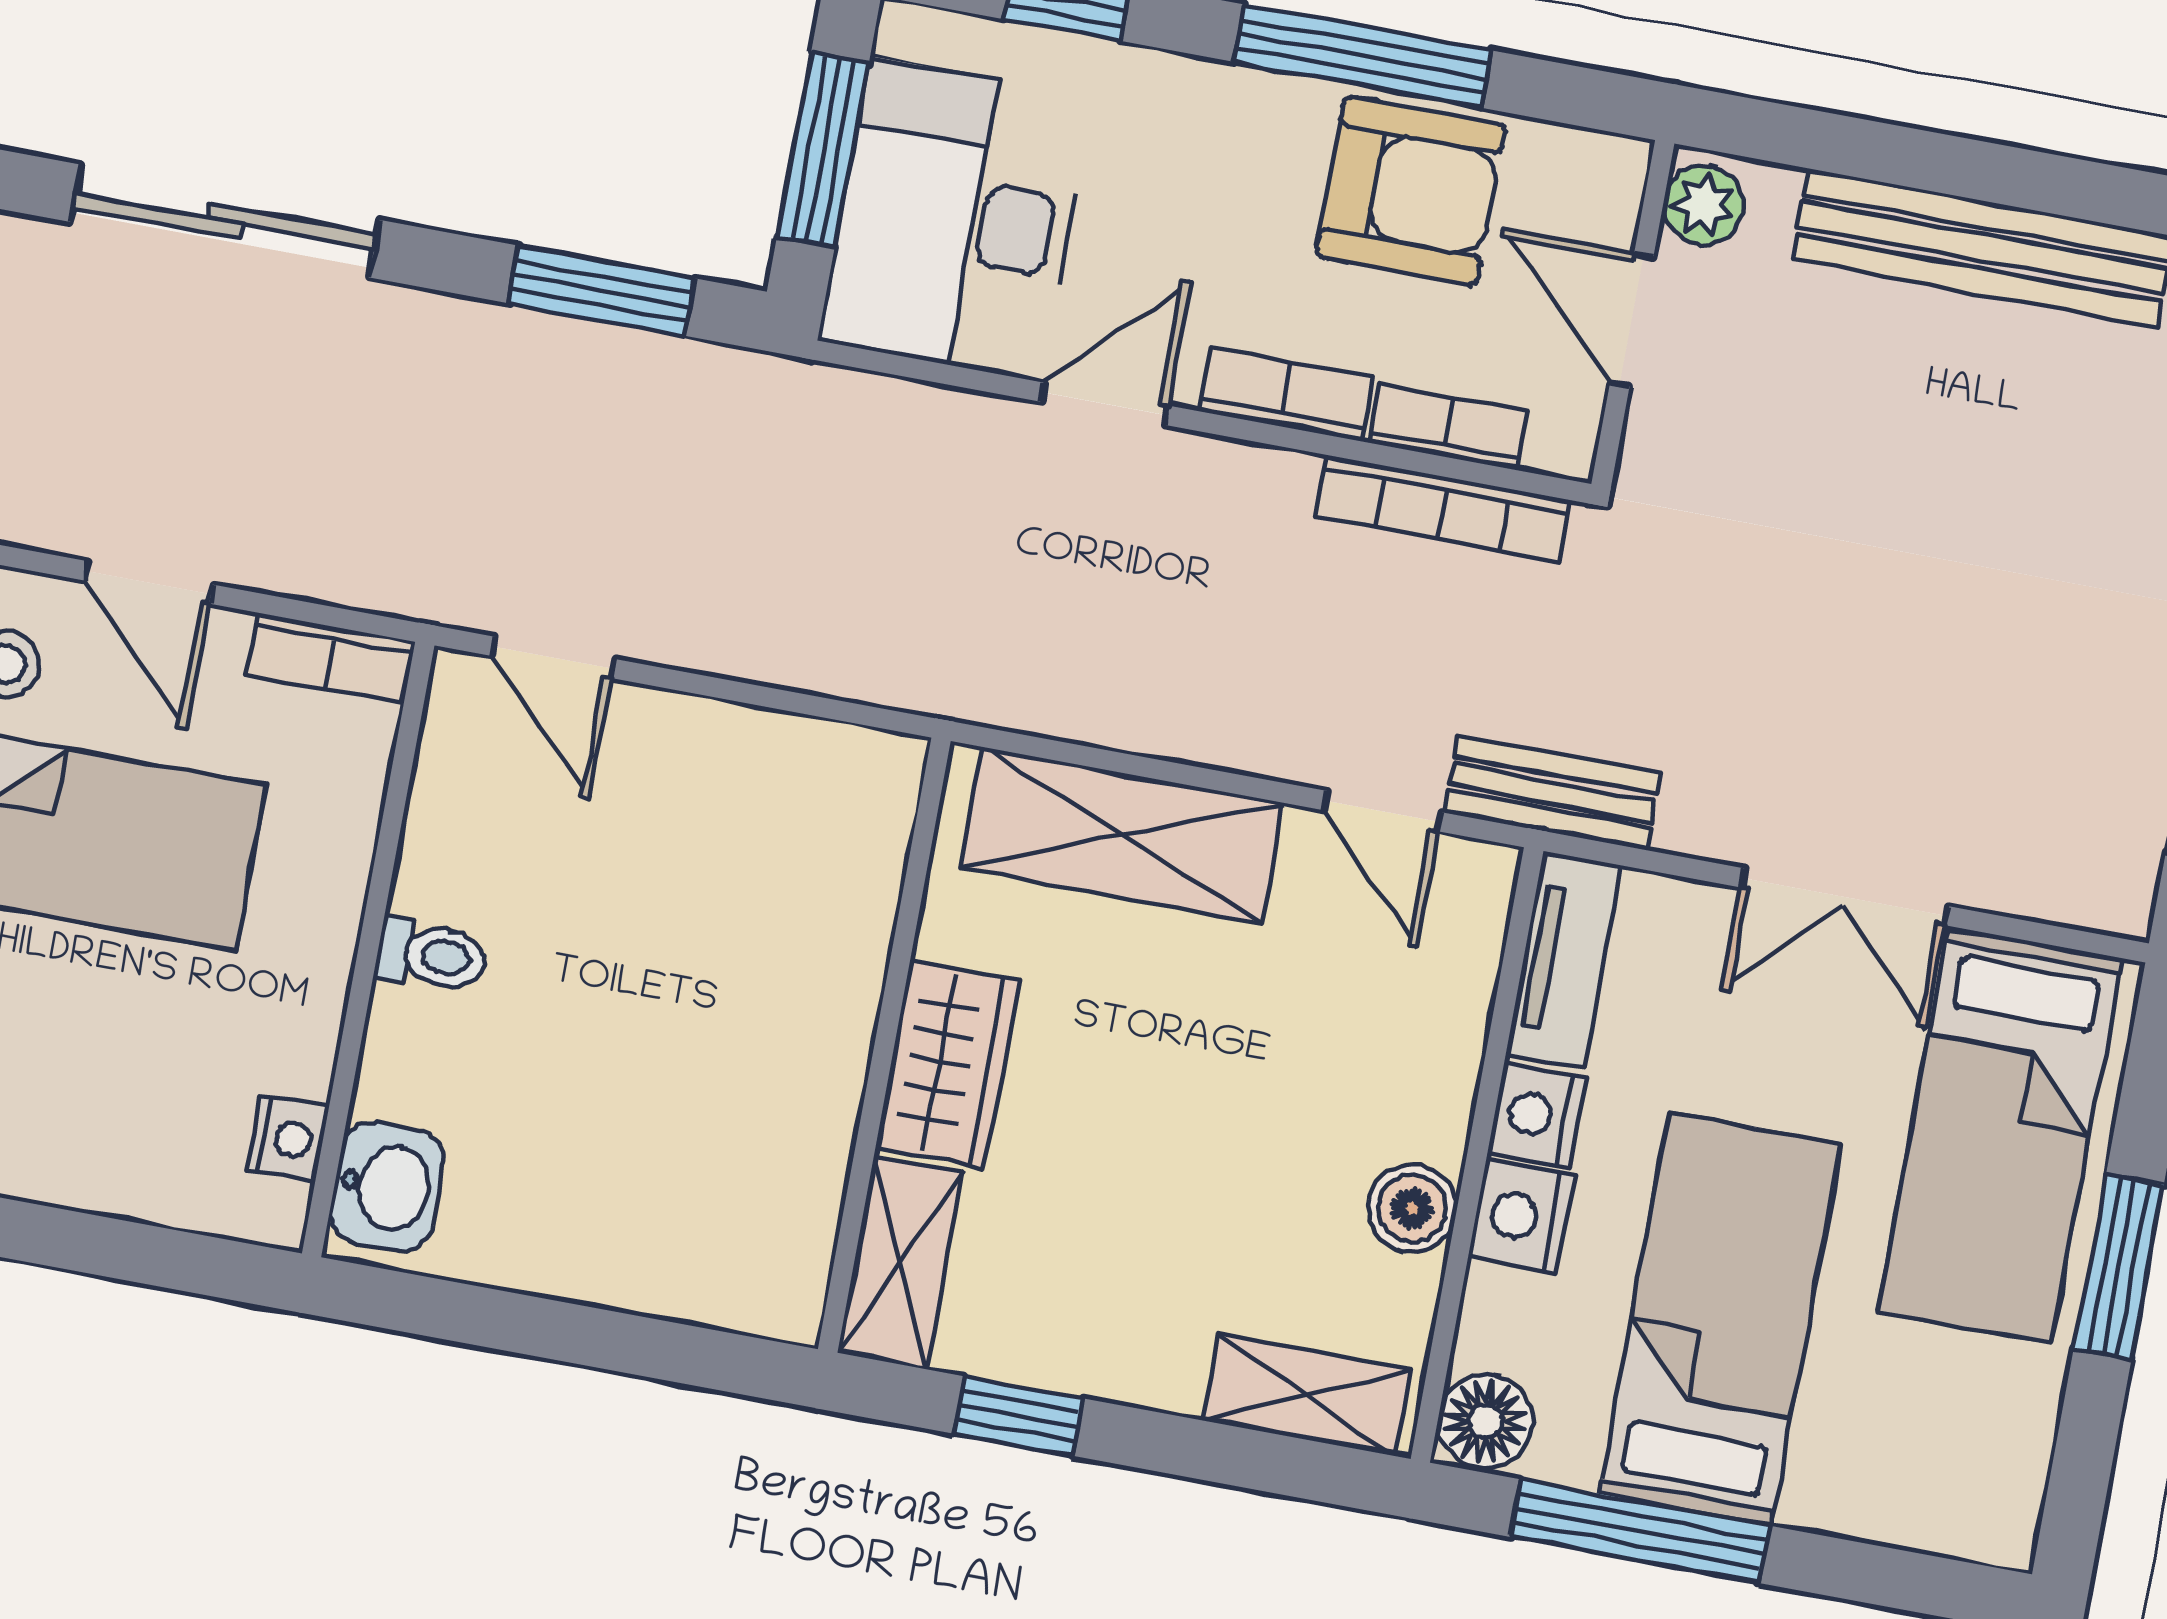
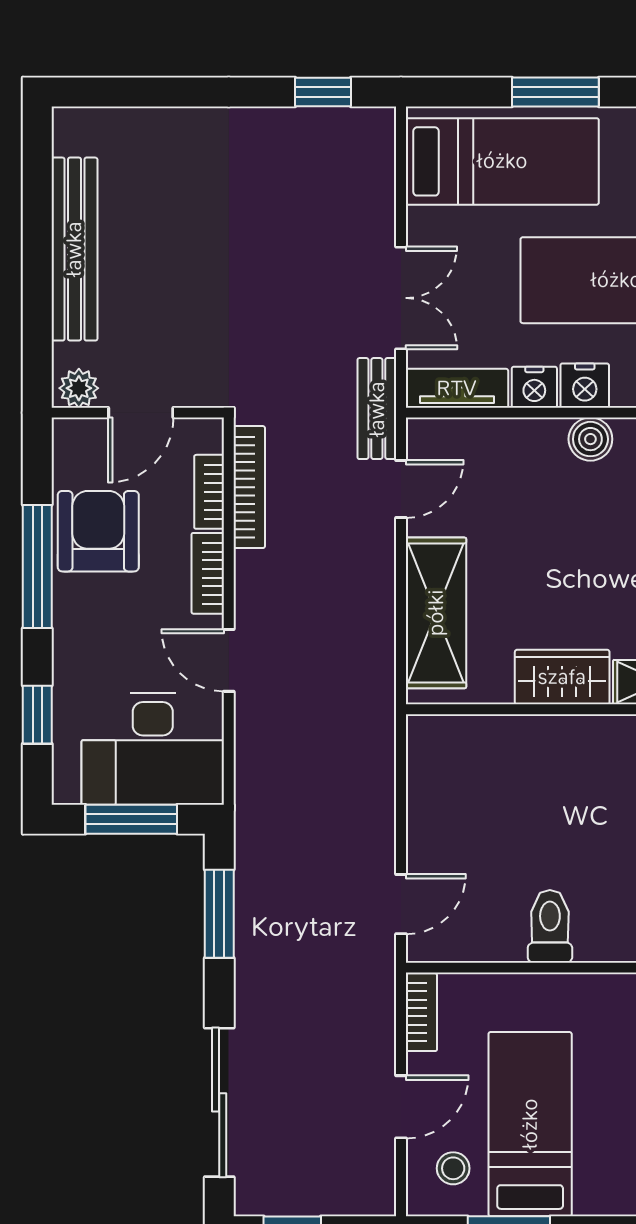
double door: (1845, 897) -> (401, 298), moved
toilet: (431, 955) -> (550, 926), width x1.37, depth x1.39

